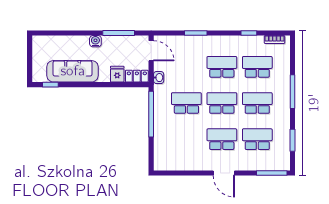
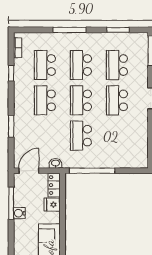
water cooler: (95, 41) -> (19, 213), moved

